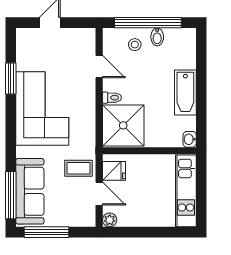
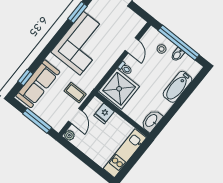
bathtub: (185, 93) -> (177, 87), moved
washbasin: (190, 139) -> (151, 121), width x1.91, depth x1.45
fridge: (114, 171) -> (104, 113), moved, turned 90
window: (11, 195) -> (25, 77), width x0.46
window: (47, 232) -> (37, 121), moved

